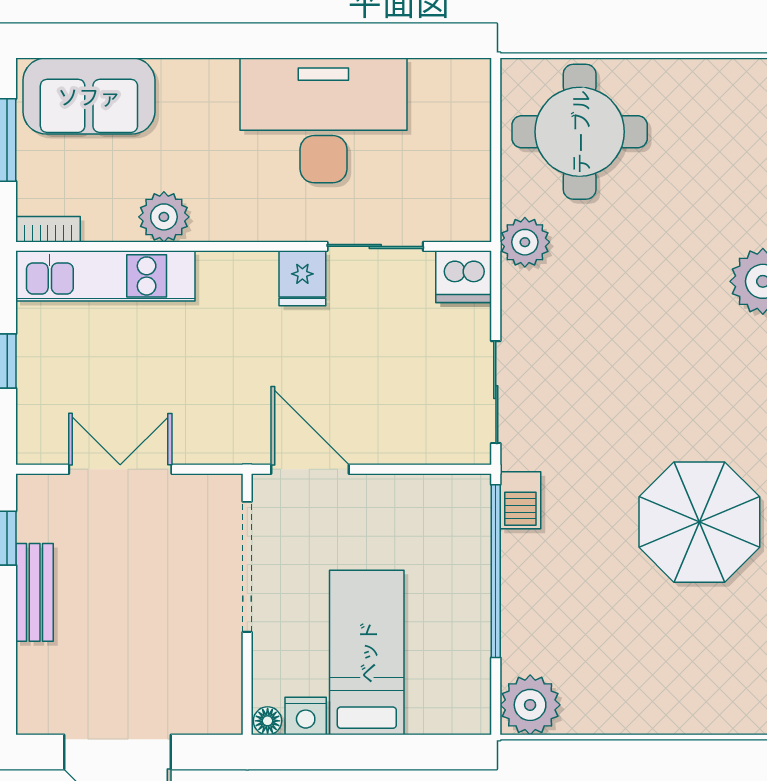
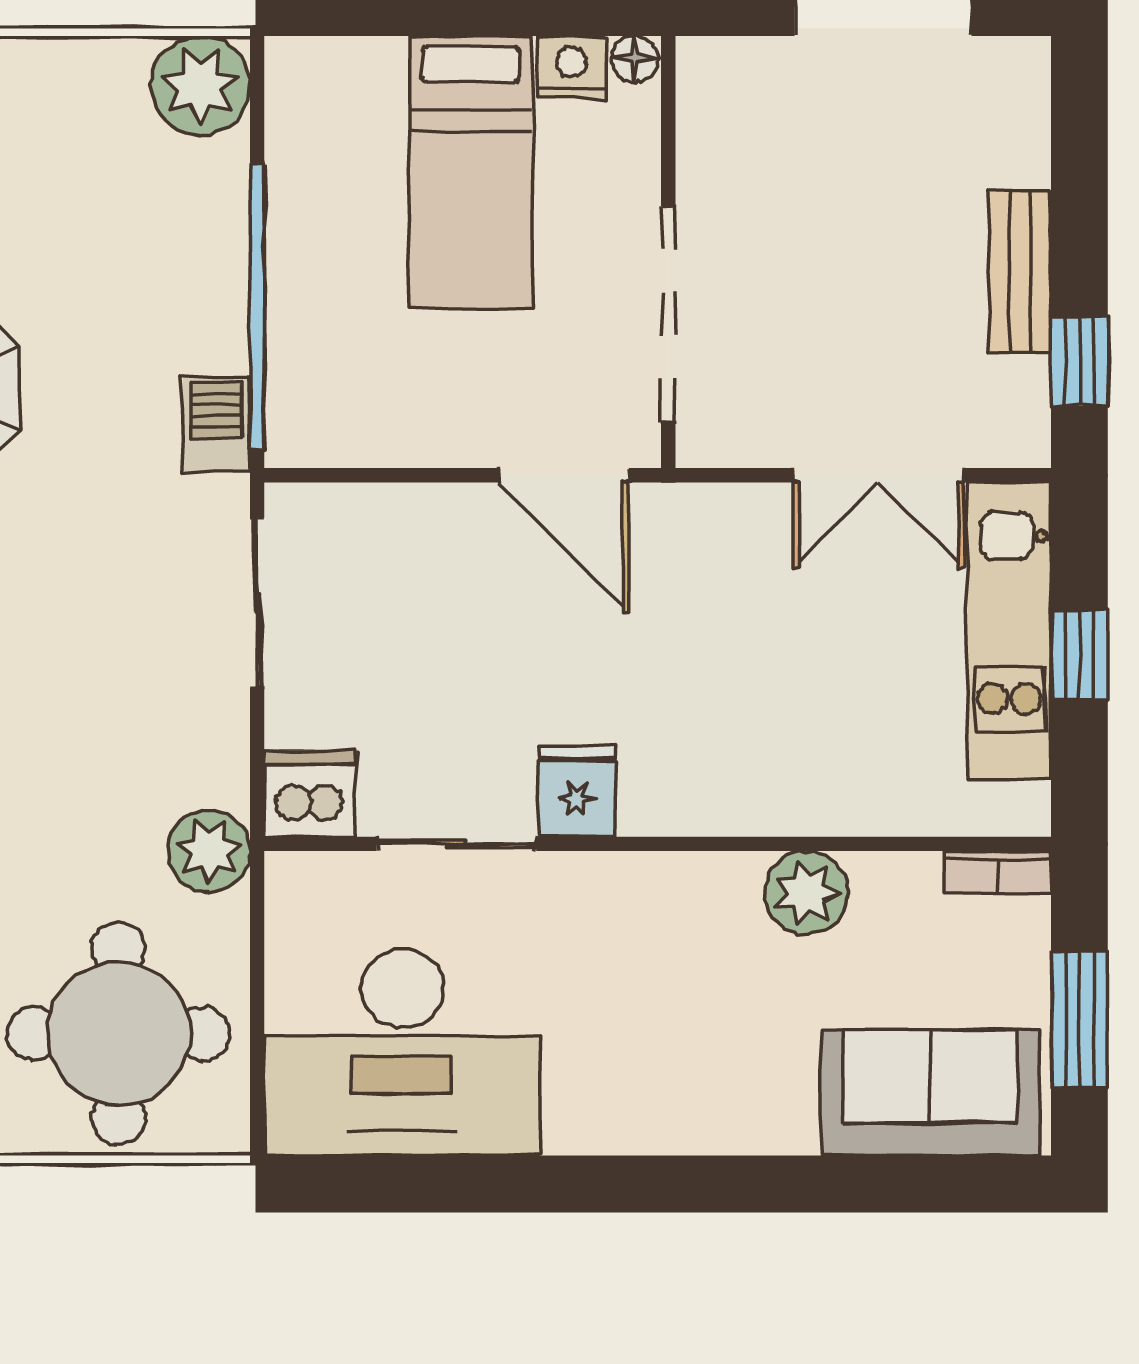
desk: (323, 120) -> (402, 1052), moved
kitchen unit: (105, 276) -> (1009, 631), moved, turned -90

